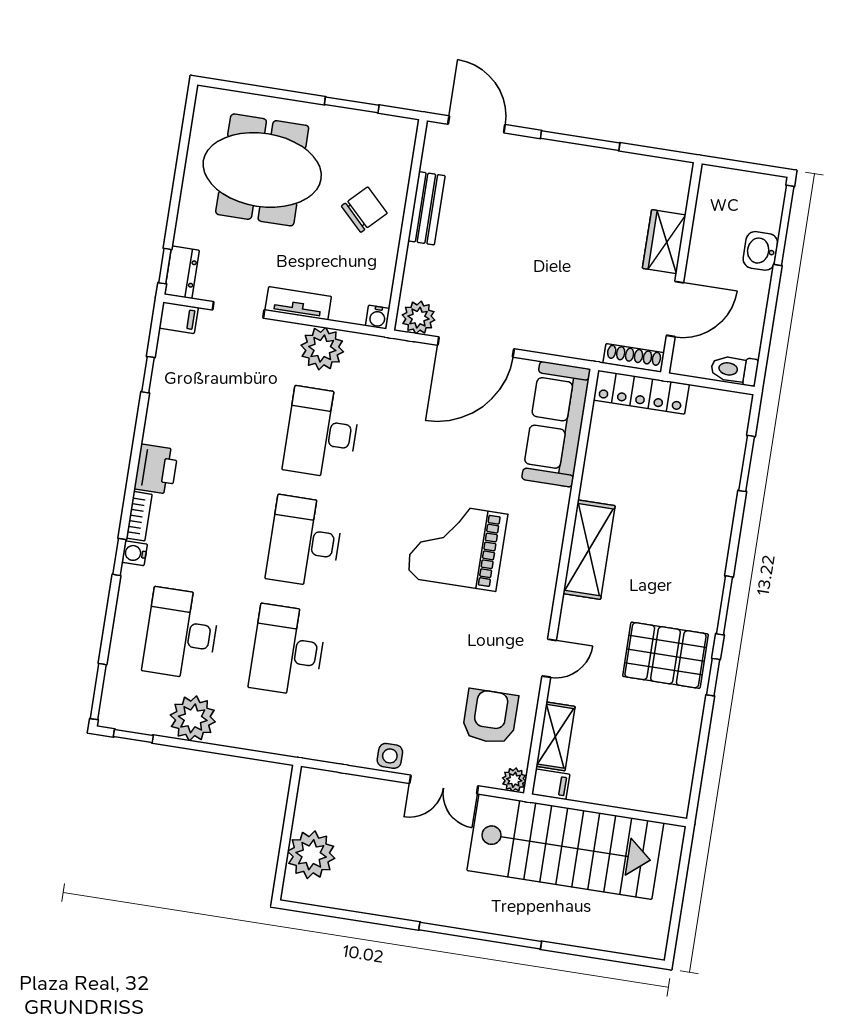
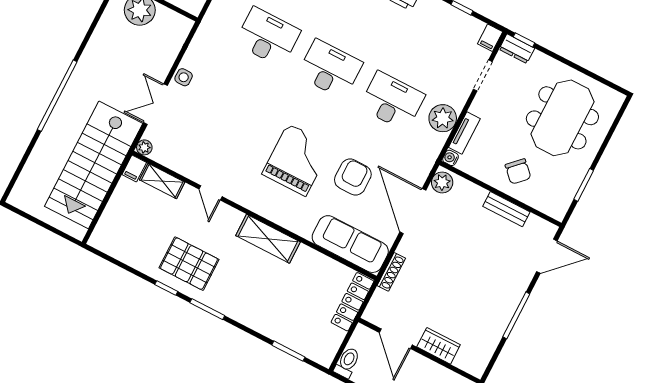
tv unit: (298, 303) -> (464, 133), moved
shoe rack: (634, 358) -> (391, 272), moved
pallet: (665, 655) -> (189, 264), turned 90
armchair: (490, 717) -> (353, 177), moved, turned -90

